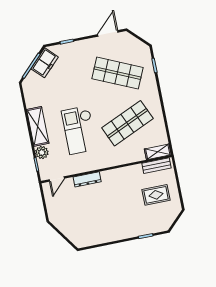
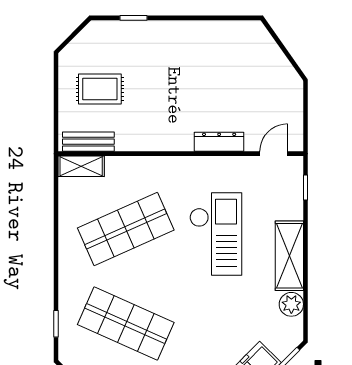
plant: (42, 152) -> (291, 304), moved

